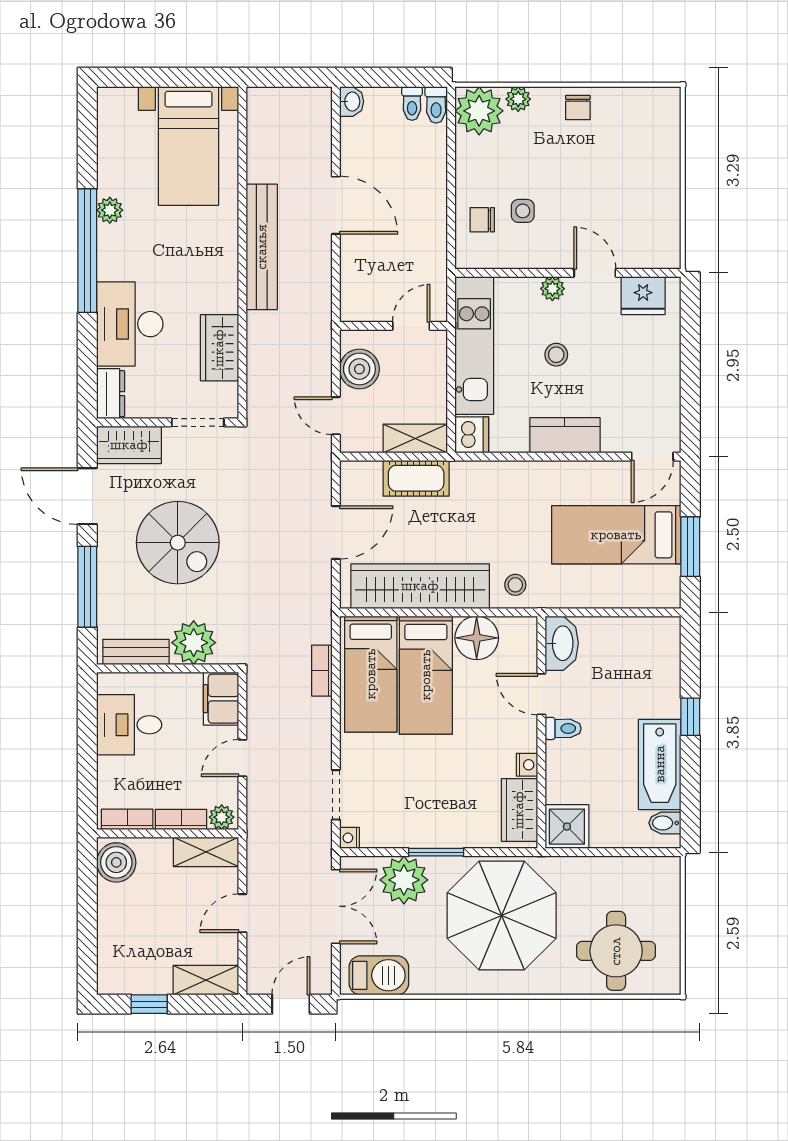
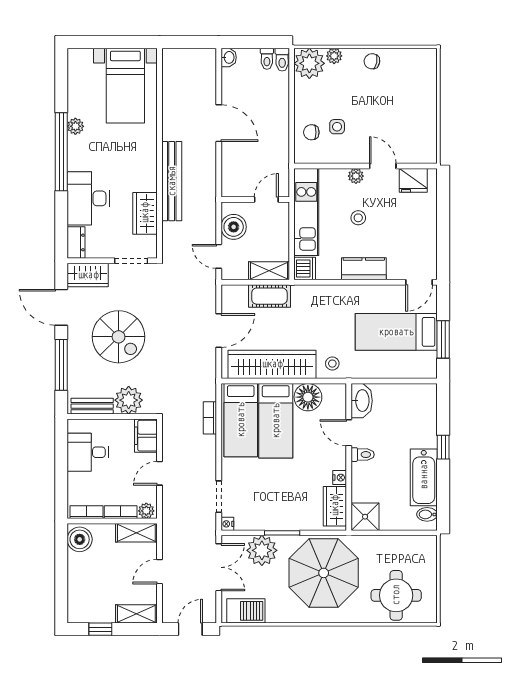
chair: (578, 108) -> (372, 61), turned 102
bench: (262, 247) -> (172, 181), moved

